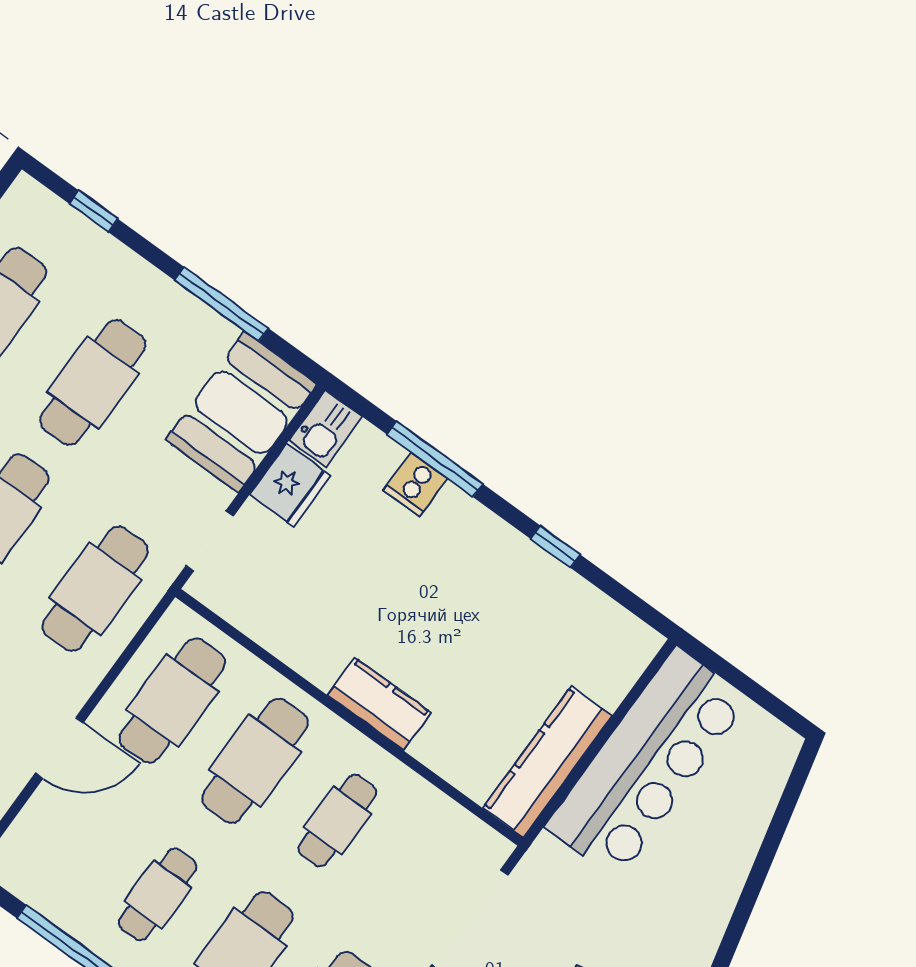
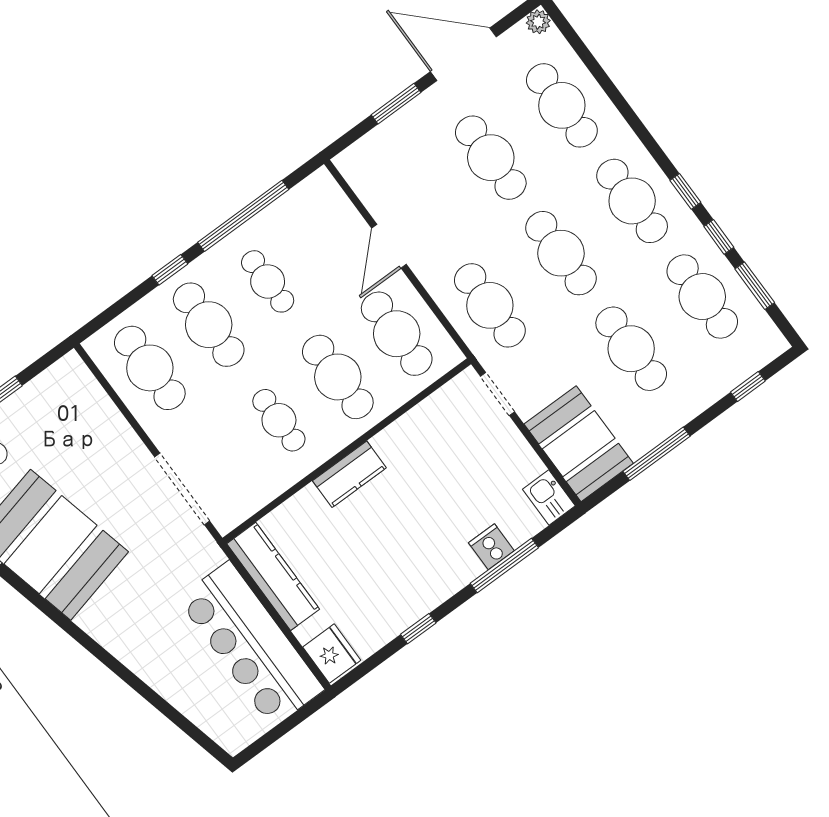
fridge: (290, 485) -> (332, 654), moved, turned 180

